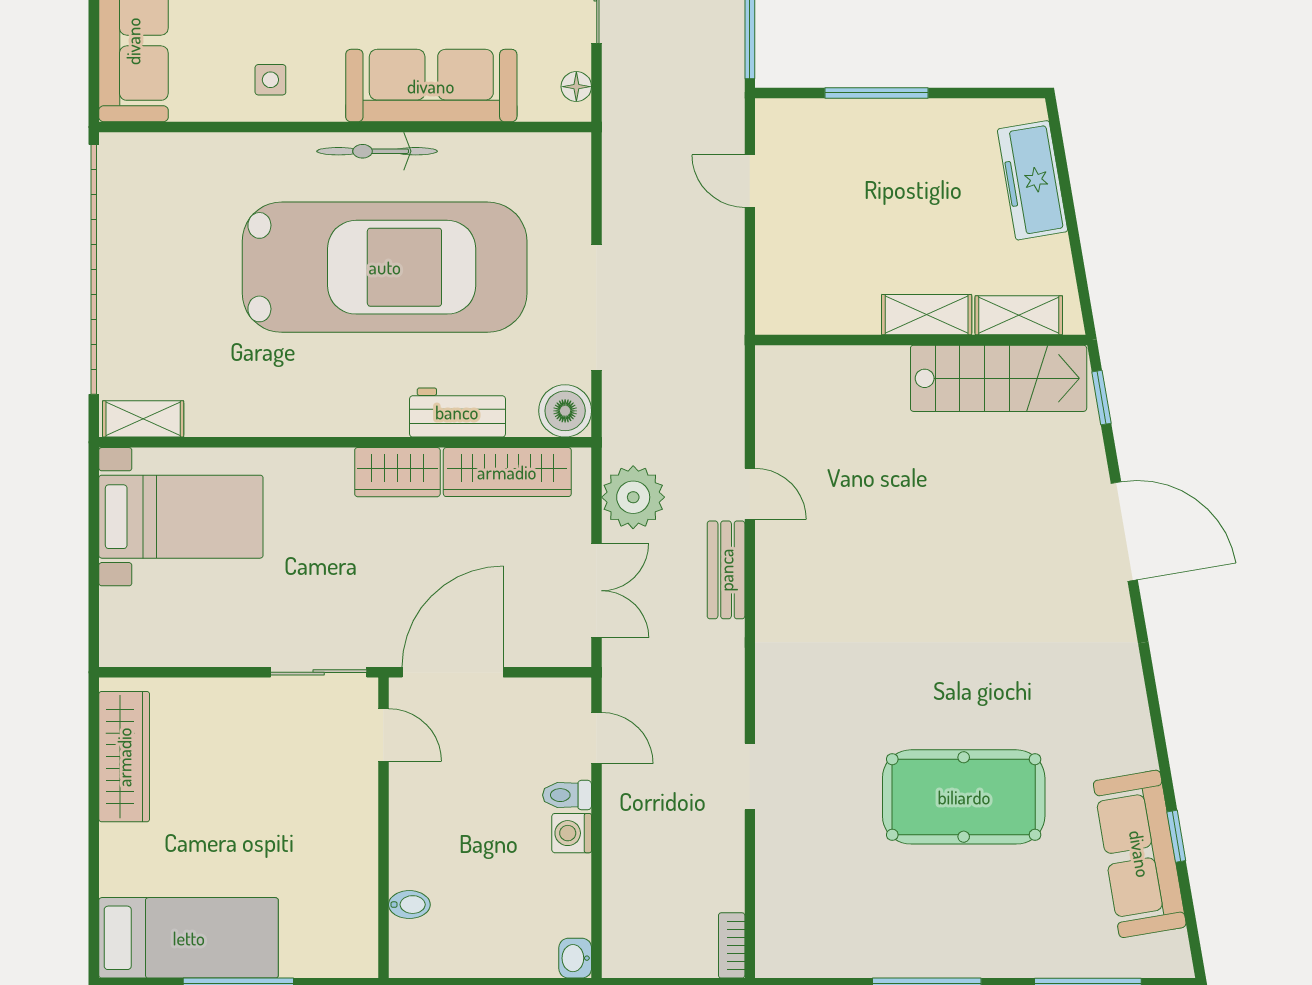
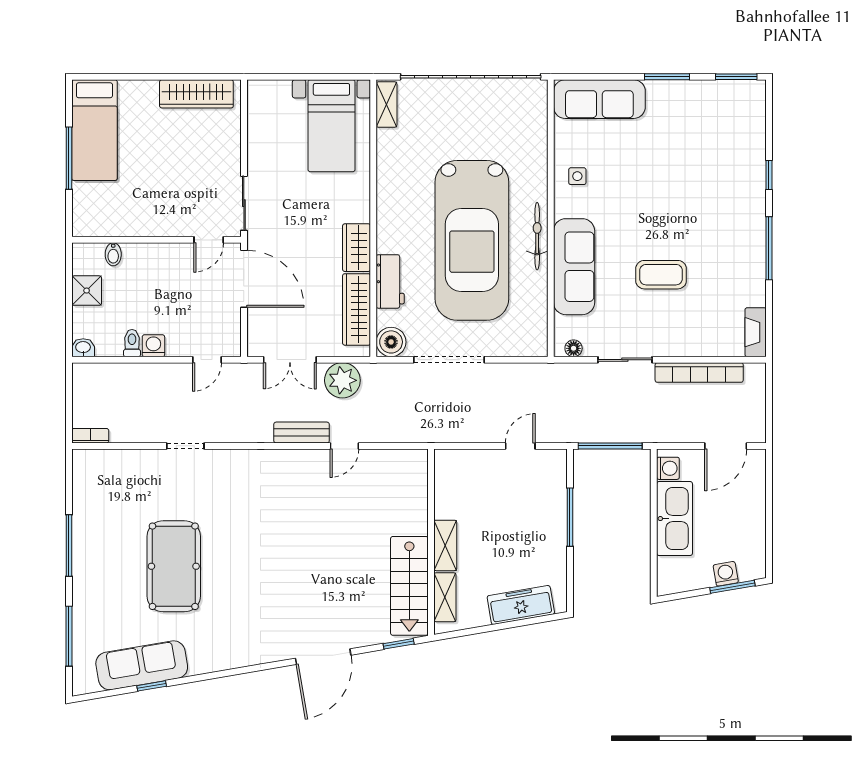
toilet: (567, 795) -> (132, 343), moved
shower: (474, 952) -> (87, 291), added

